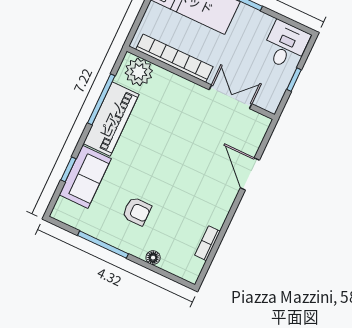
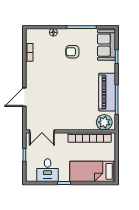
desk: (285, 45) -> (48, 170), moved
double door: (231, 97) -> (42, 131), moved
door: (250, 174) -> (24, 97), swing flipped
sofa: (85, 177) -> (106, 45), moved

